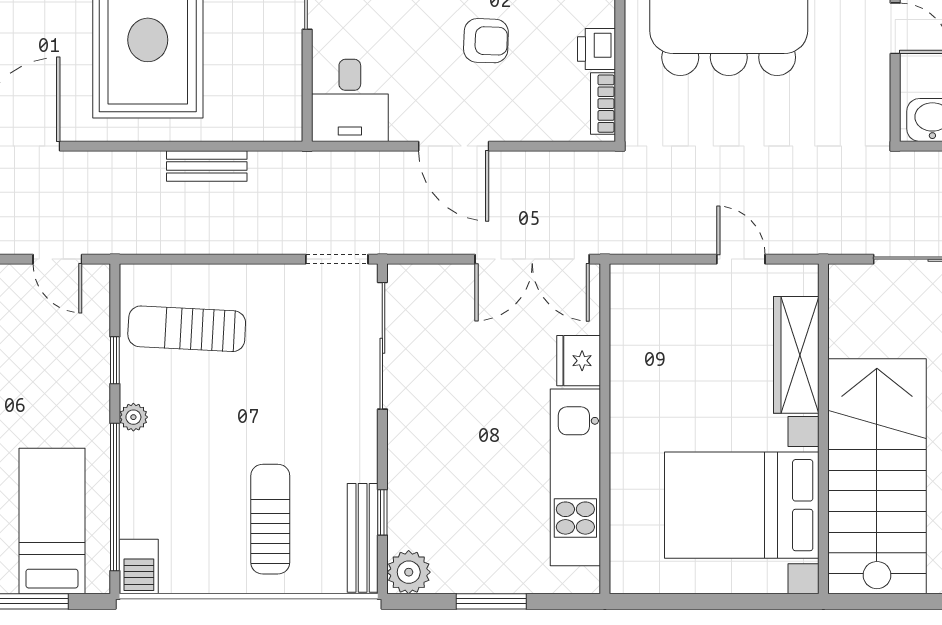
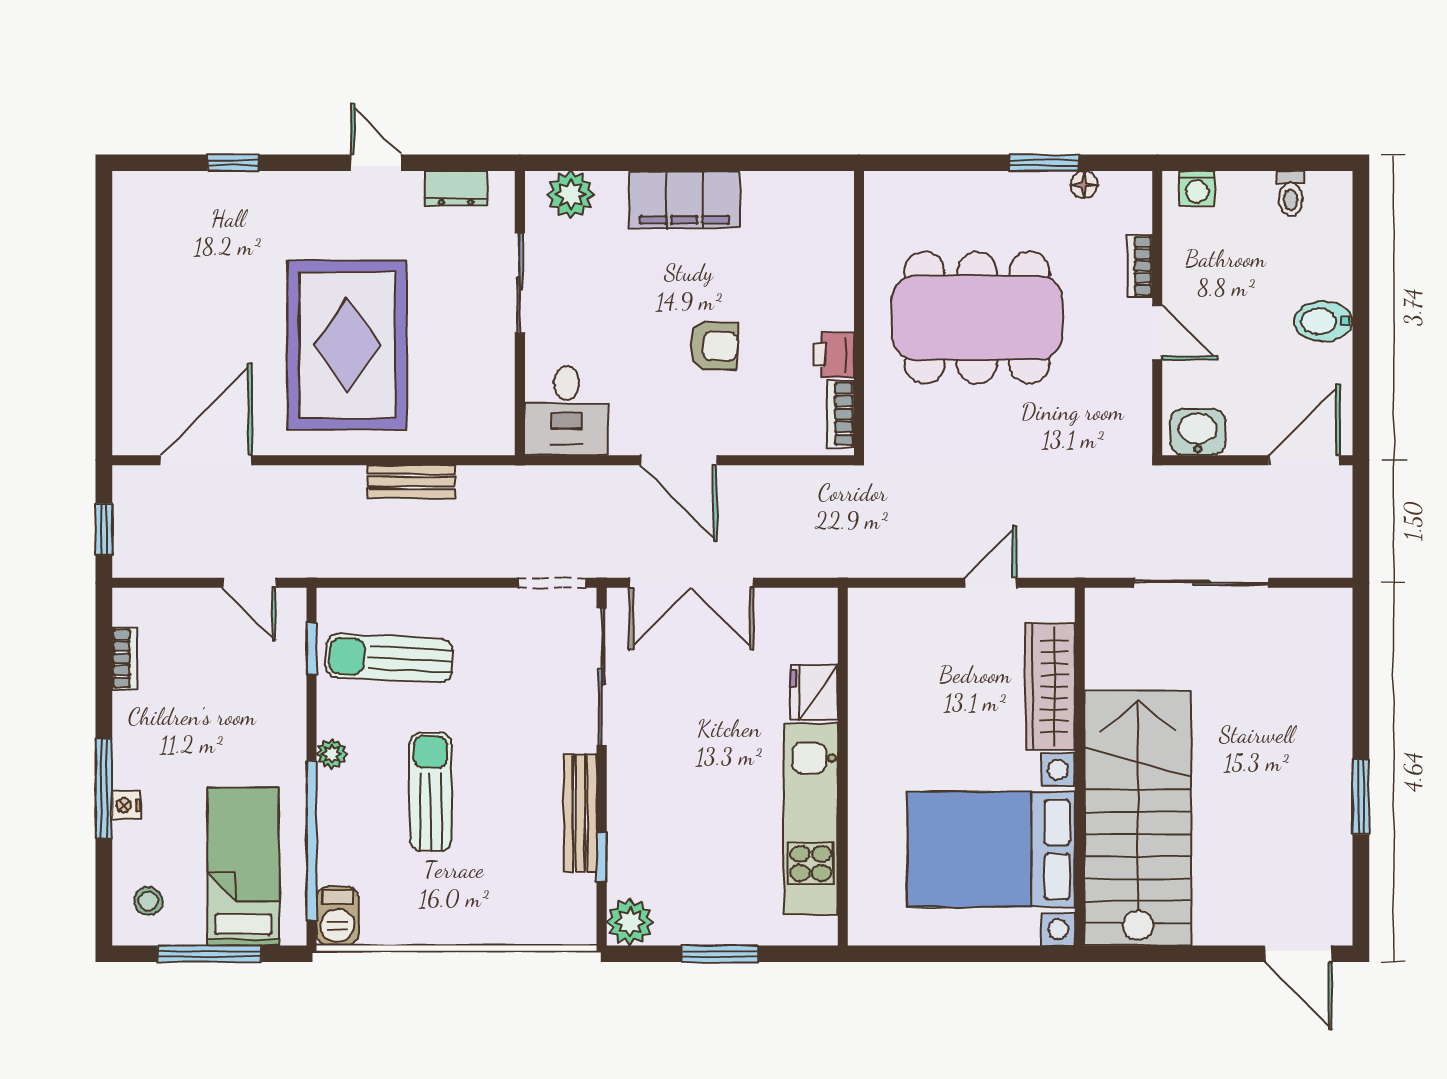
double door: (532, 259) -> (691, 583), moved
door: (741, 259) -> (990, 583), hinge flipped
window: (115, 360) -> (311, 649), moved
sun lounger: (270, 519) -> (431, 792), moved
bench: (363, 538) -> (580, 813), moved

